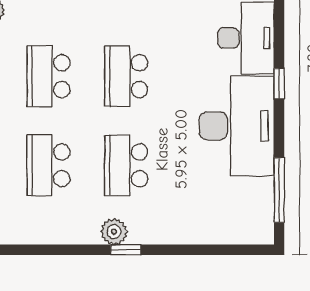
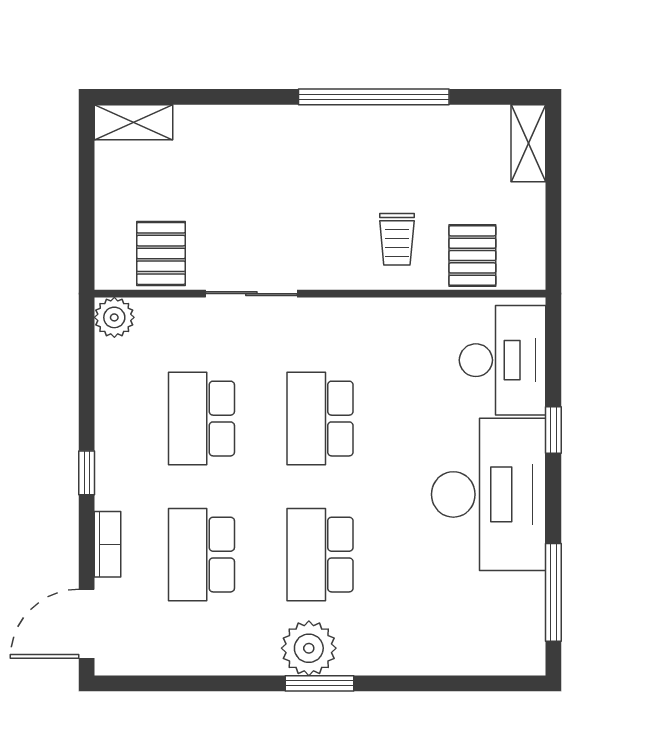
plant: (114, 232) -> (309, 648), width x1.36, depth x1.36
window: (126, 250) -> (320, 683), width x1.50

